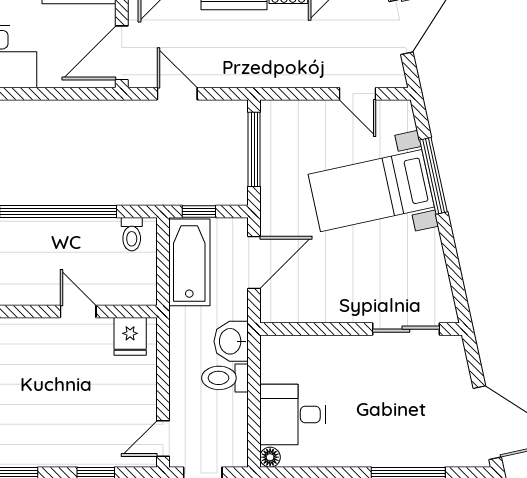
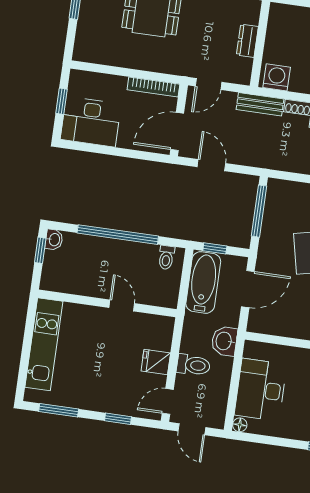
fridge: (130, 336) -> (156, 362), moved, turned 90
toilet: (225, 378) -> (193, 365), moved, turned 180
desk: (293, 414) -> (261, 390), width x1.37

